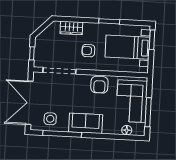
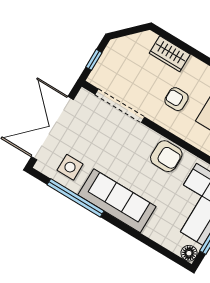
armchair: (99, 85) -> (166, 156), turned -90
sofa: (86, 123) -> (117, 201), width x1.36
floor lamp: (127, 130) -> (189, 253), moved

